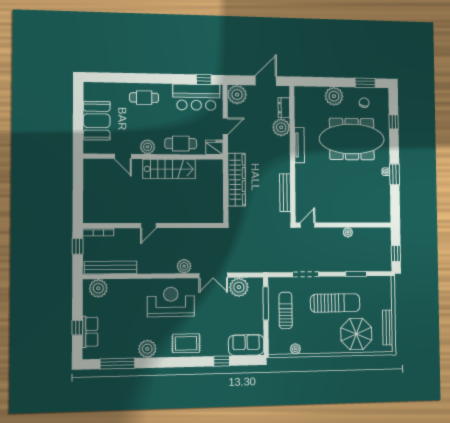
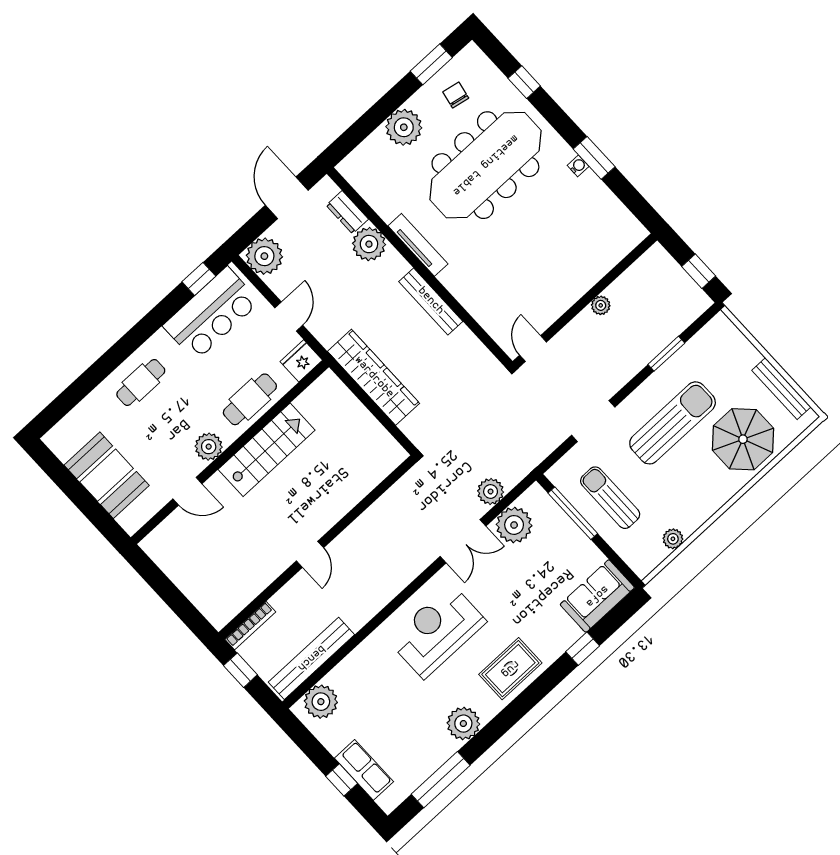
bench: (285, 193) -> (431, 301), moved
plant: (184, 266) -> (491, 491), moved

